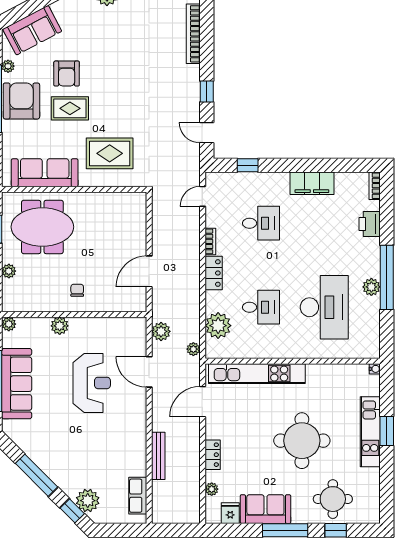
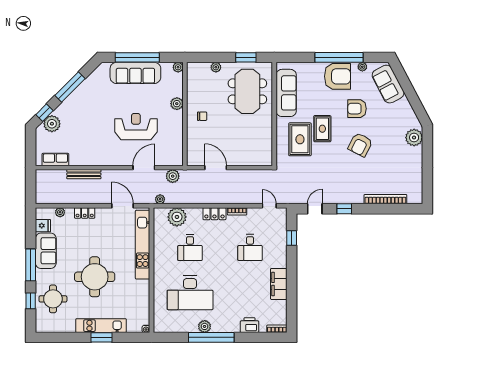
armchair: (117, 69) -> (360, 145), added
rug: (70, 108) -> (322, 129), moved
reception desk: (92, 383) -> (136, 127), turned 180

